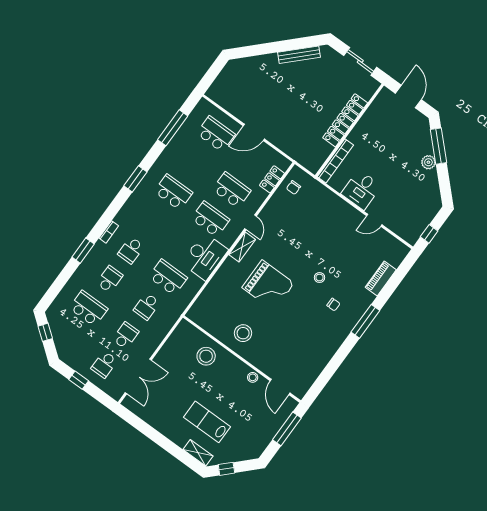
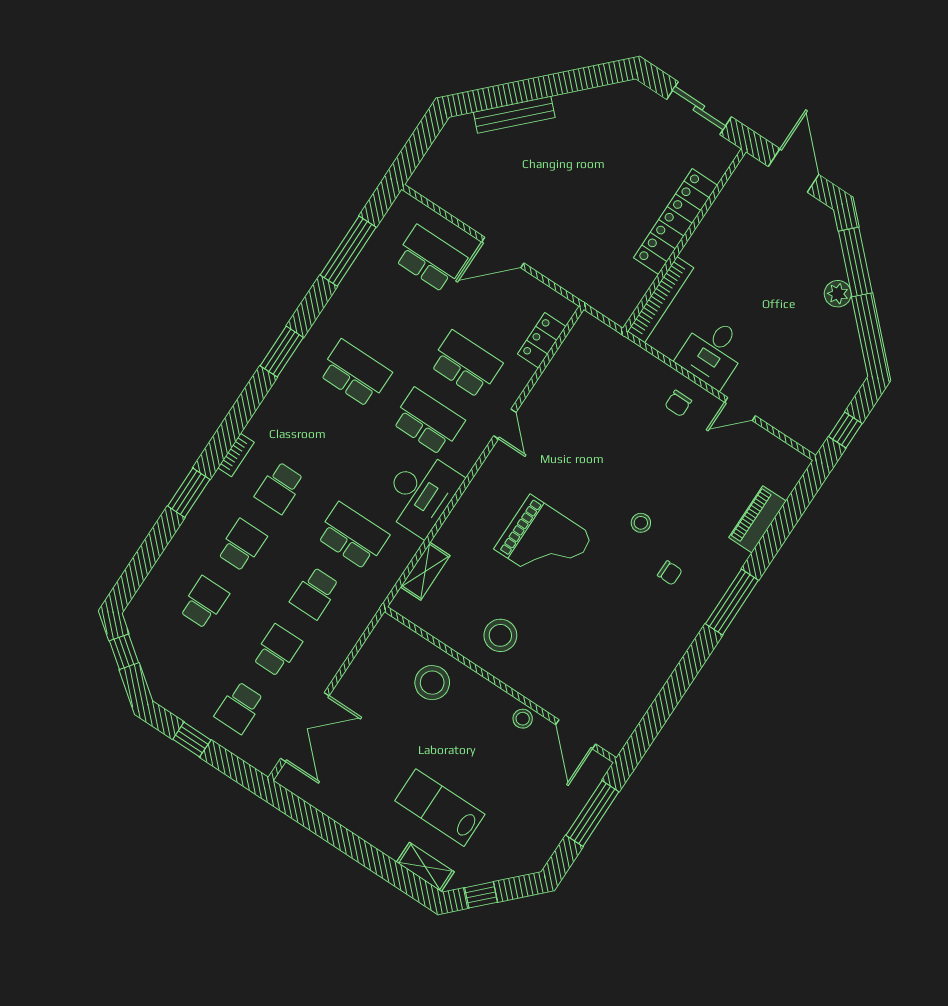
bench: (299, 55) -> (514, 115), moved
chair: (293, 188) -> (678, 403), moved
shelving: (242, 247) -> (425, 571), moved
school desk: (88, 308) -> (204, 602), width x0.54

